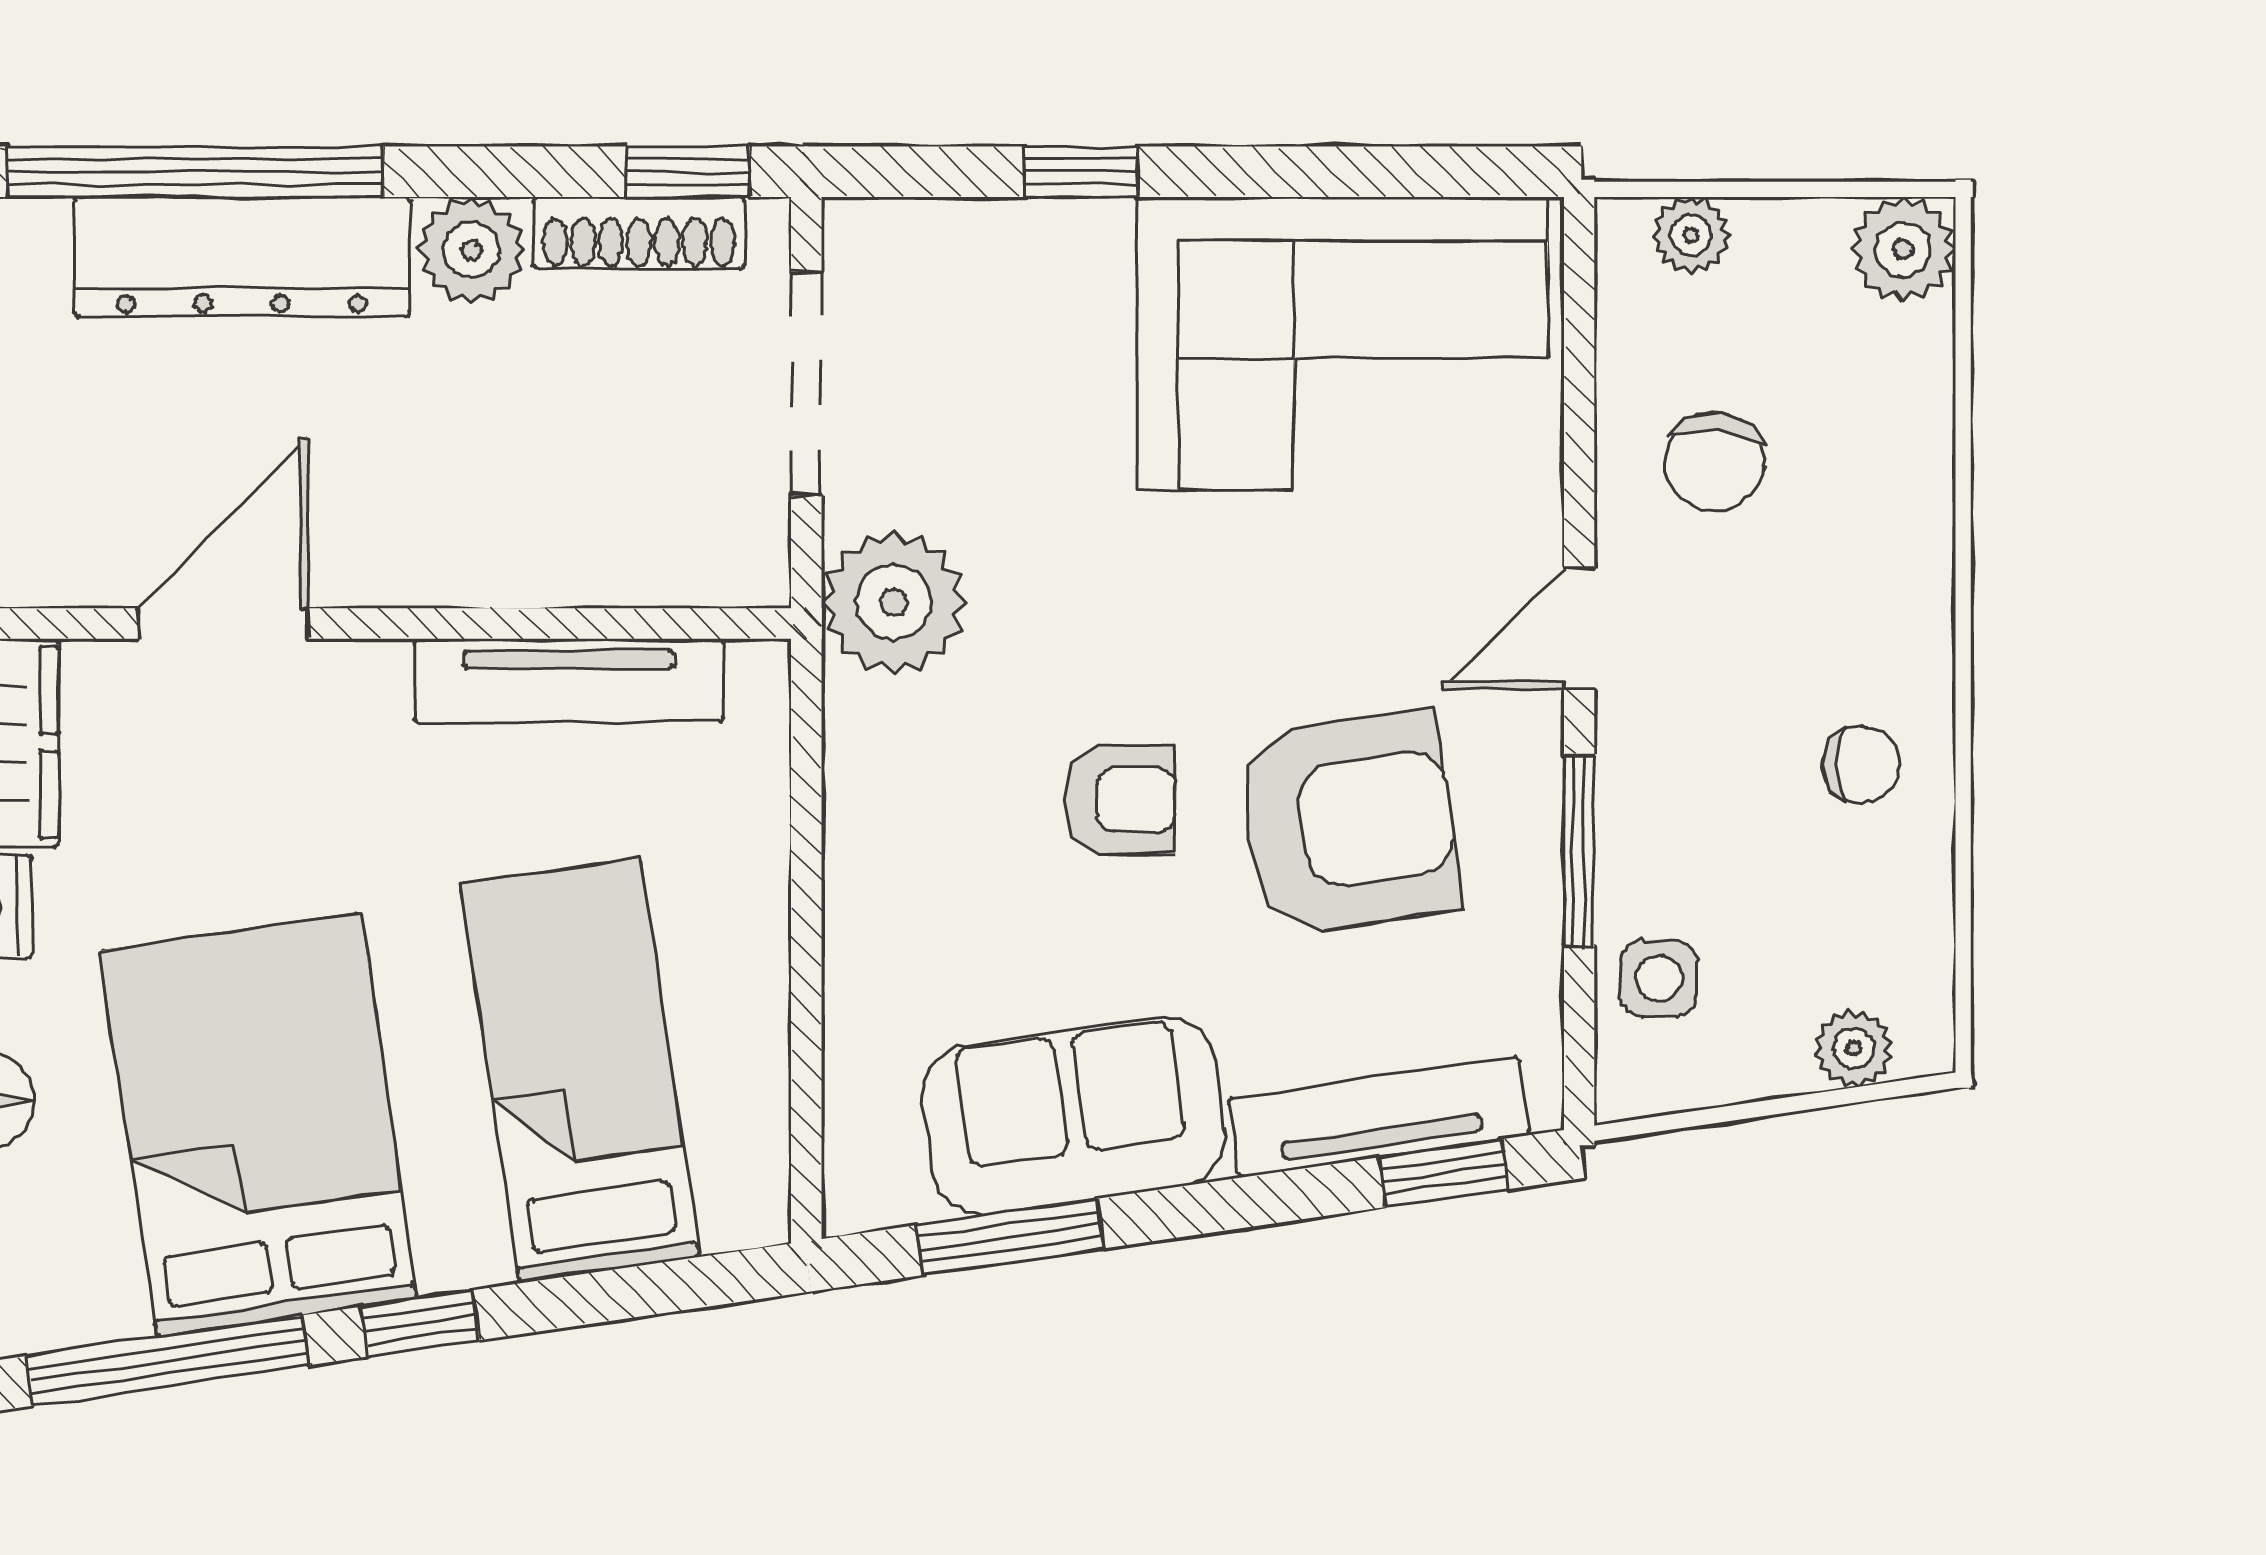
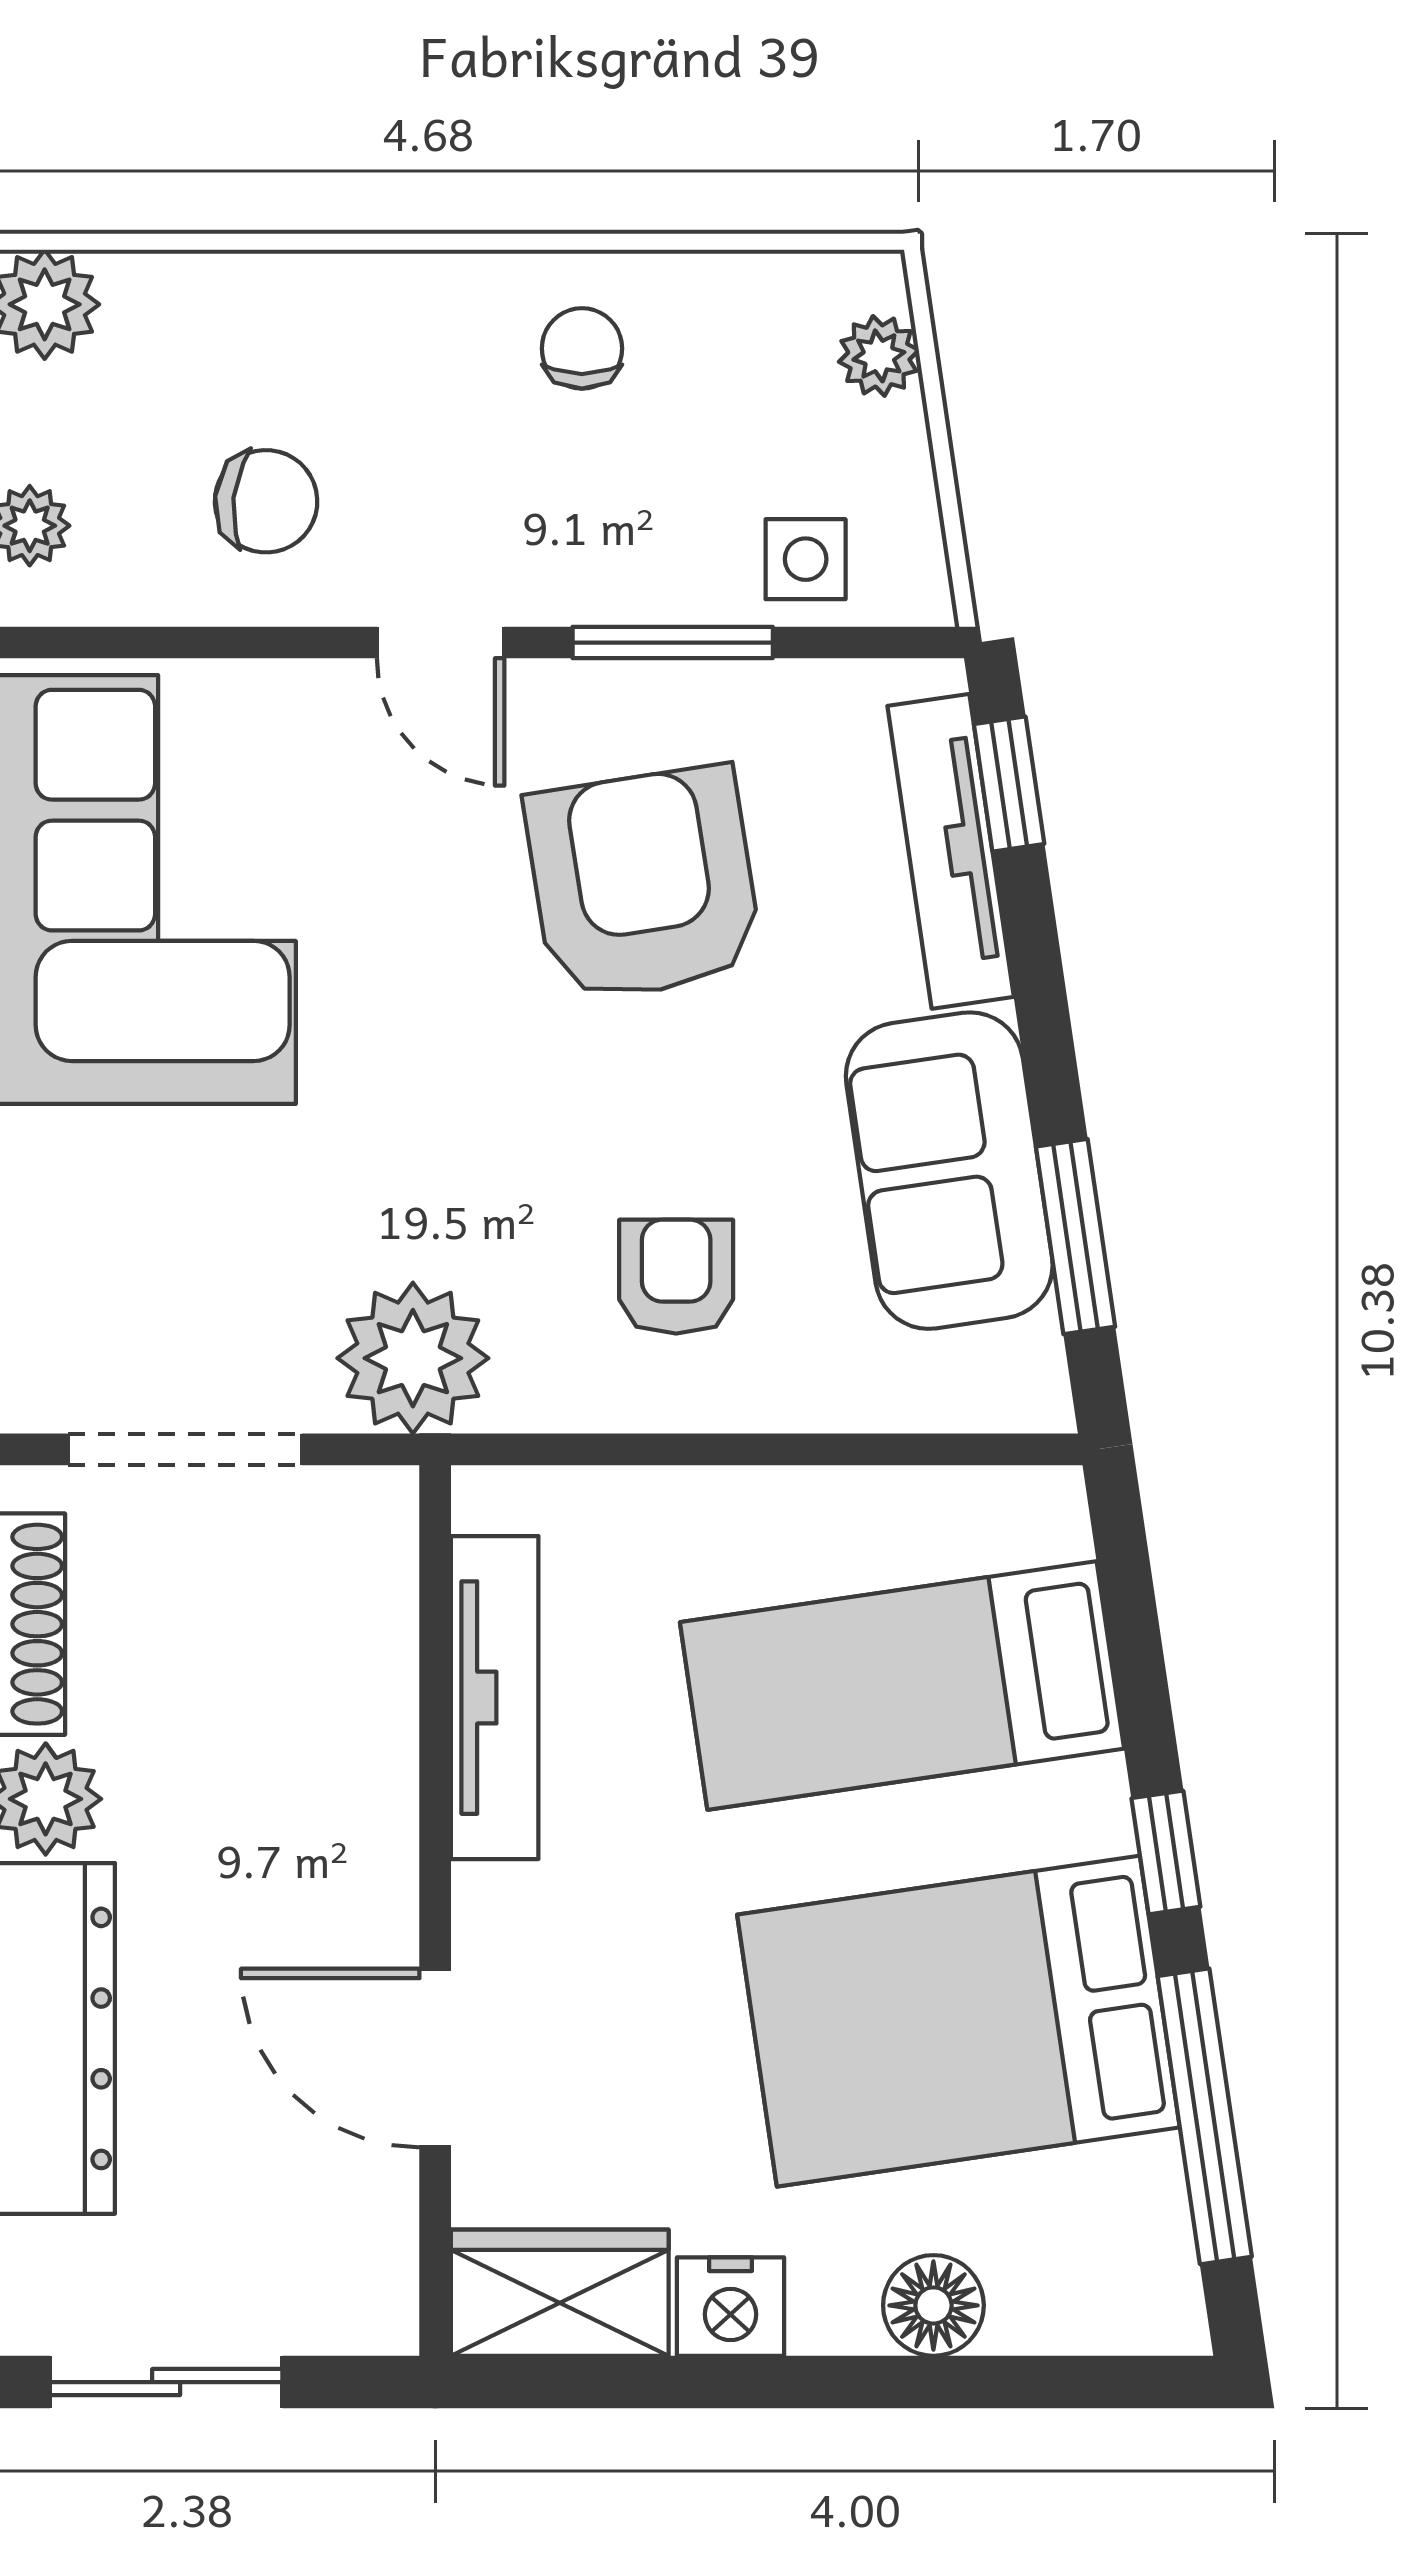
armchair: (1121, 800) -> (676, 1277), moved

